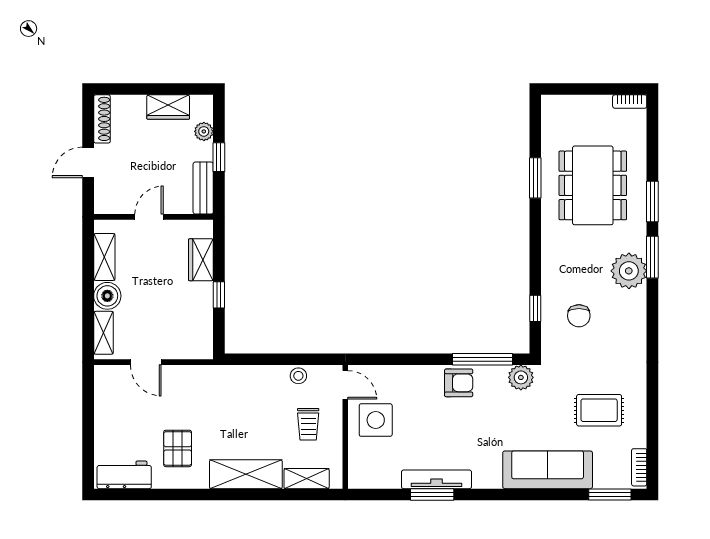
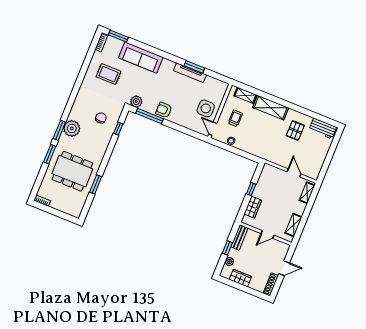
dining table: (593, 185) -> (72, 171), turned 90
boiler: (107, 296) -> (299, 208), removed

